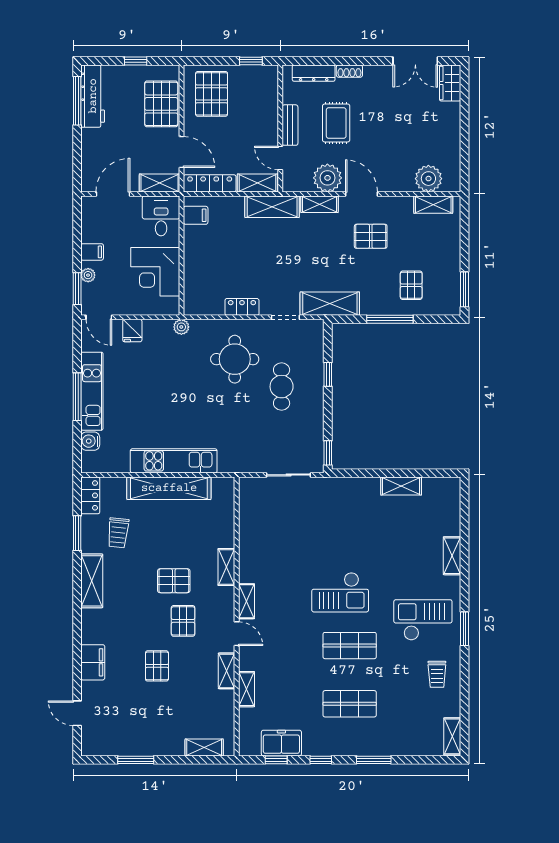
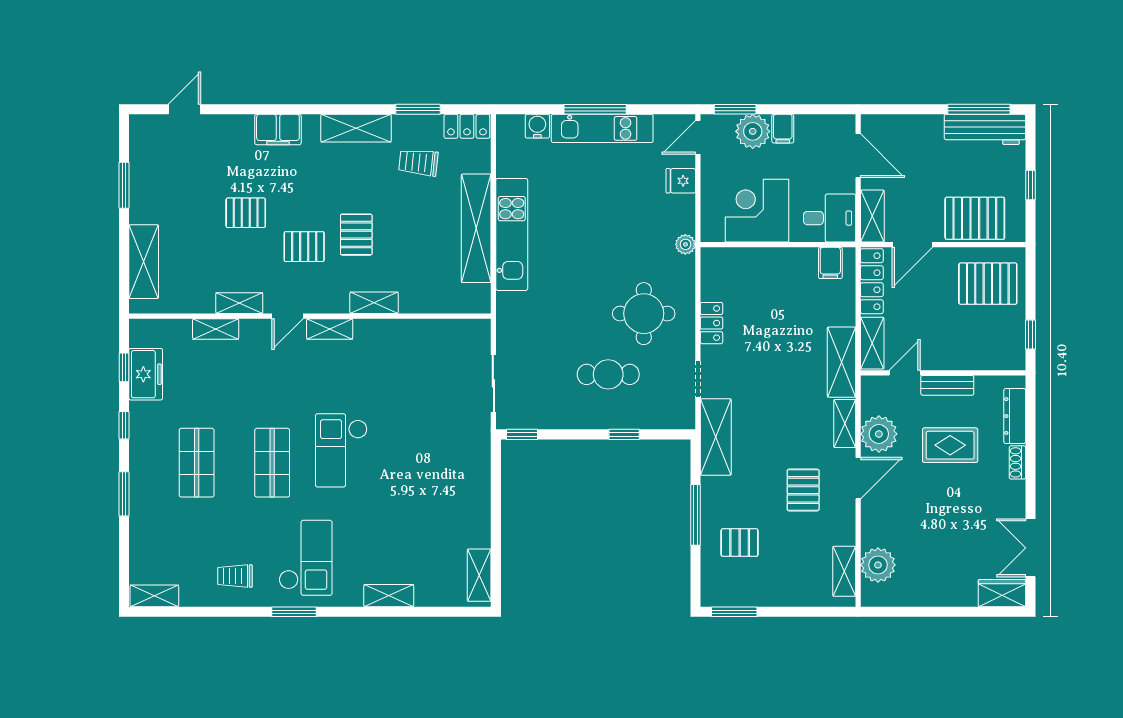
plant: (88, 275) -> (753, 131), width x1.87, depth x1.87
shelving: (401, 486) -> (479, 575), moved
filing cabinet: (93, 662) -> (278, 129), moved
shelving: (204, 747) -> (144, 262), width x1.50, depth x1.33

